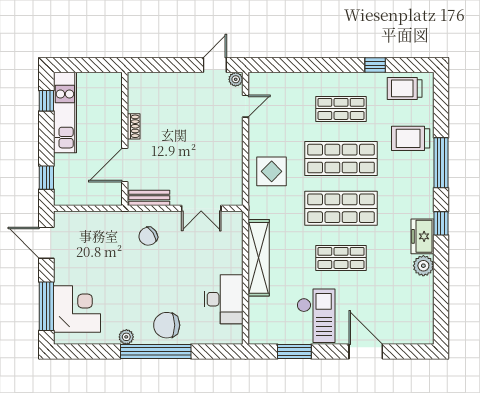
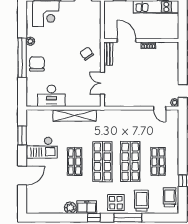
display table: (272, 171) -> (116, 203), moved

